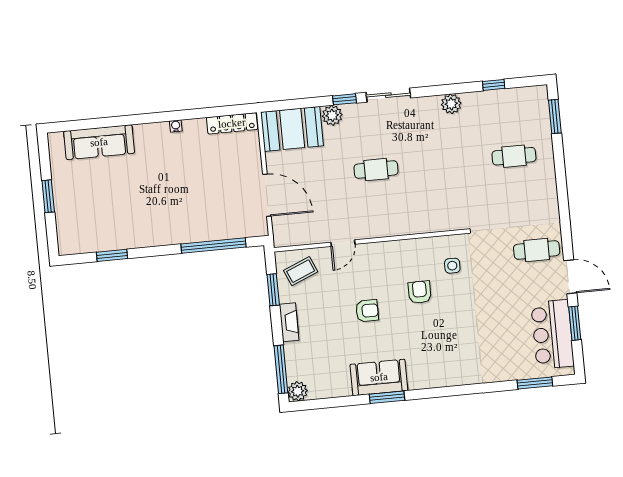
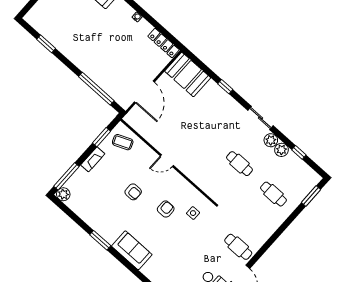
sliding door: (388, 95) -> (260, 118), moved
plant: (332, 115) -> (281, 150), moved
cafe table: (376, 170) -> (239, 164), moved
door: (343, 243) -> (167, 161), moved
sofa: (379, 377) -> (132, 250), moved

